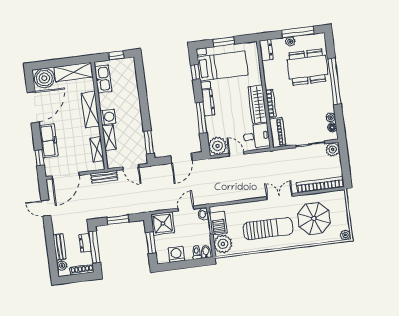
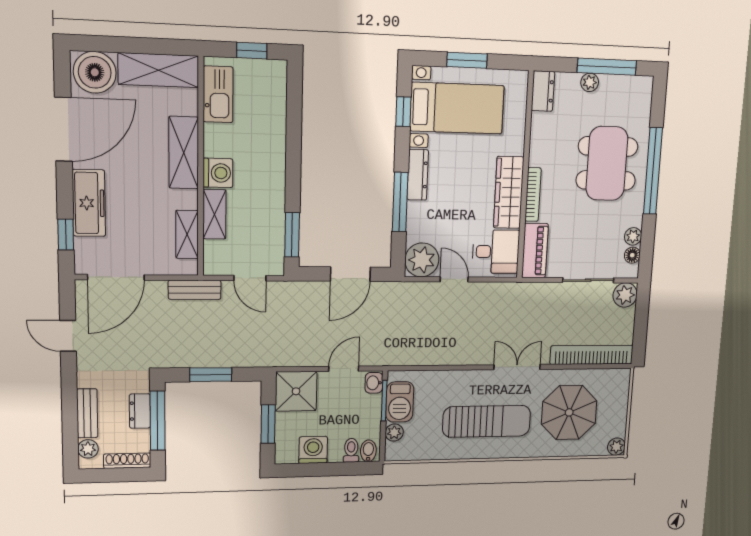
dining table: (307, 67) -> (607, 163), moved, turned 90
plant: (223, 244) -> (394, 433), width x0.53, depth x0.53

